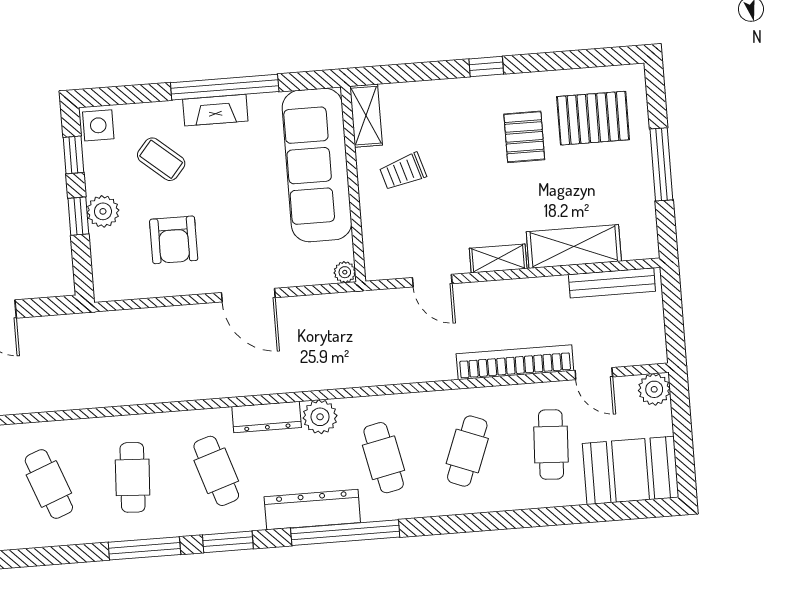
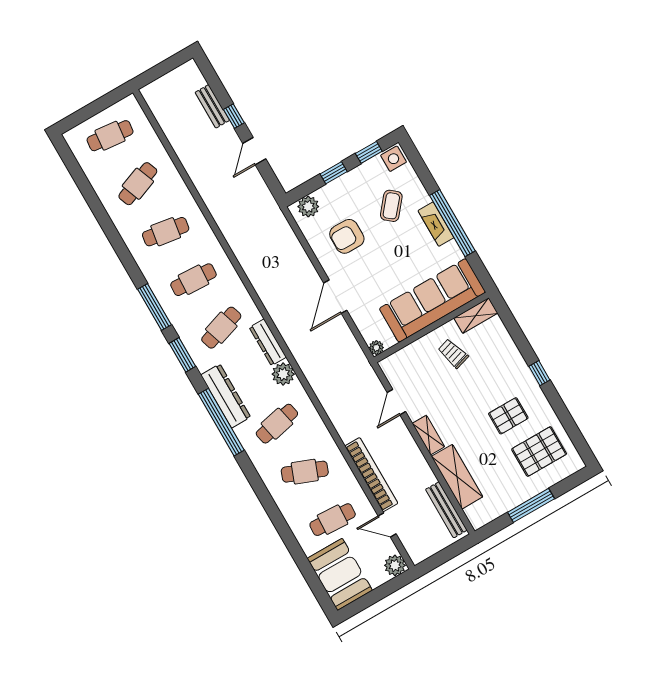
pallet: (593, 118) -> (539, 452), turned 90
plant: (103, 211) -> (308, 207), moved
door: (594, 374) -> (387, 525), hinge flipped
cafe table: (49, 484) -> (166, 232), turned 30

